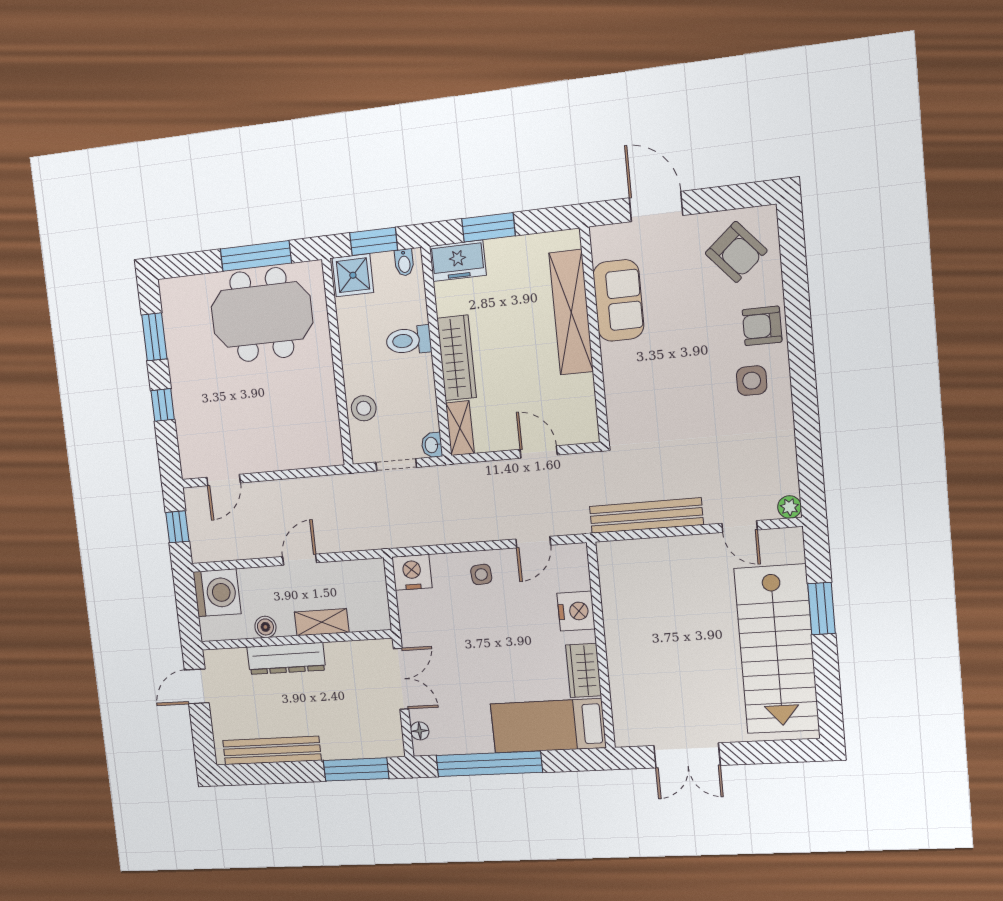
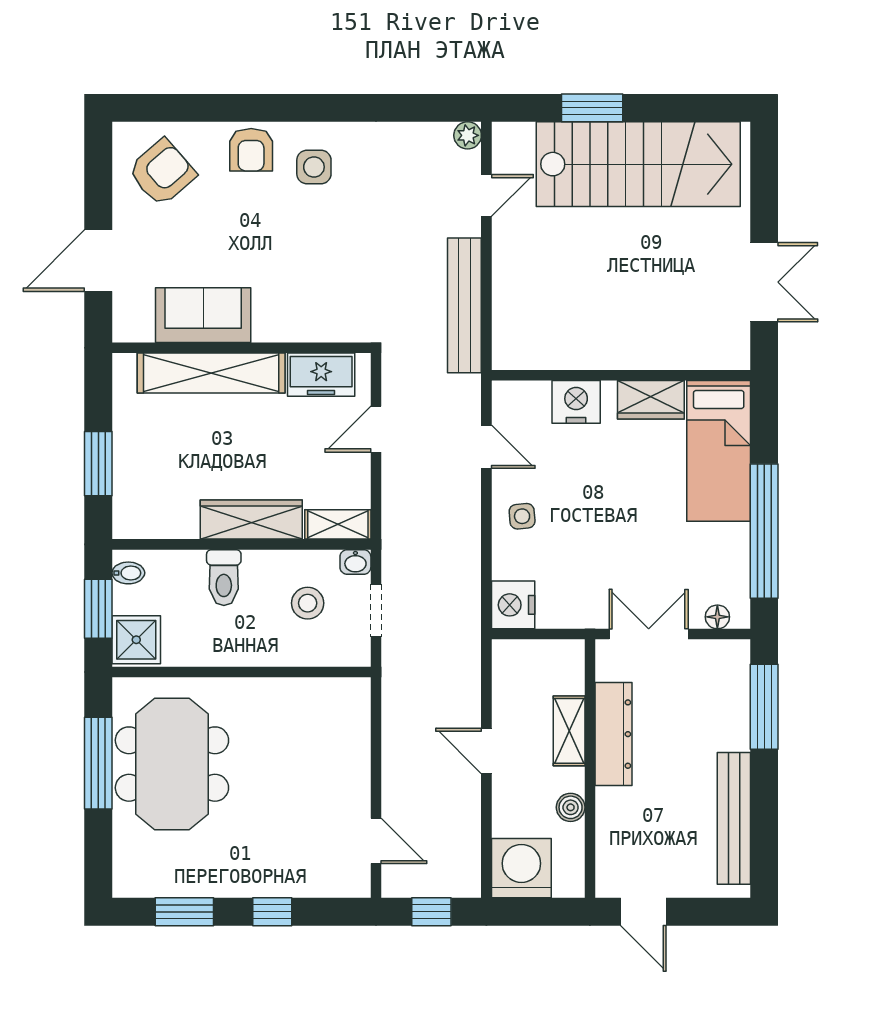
freezer: (458, 261) -> (321, 375), moved, turned 90
stool: (364, 408) -> (308, 603), moved
dresser: (286, 658) -> (614, 734), moved

